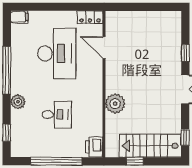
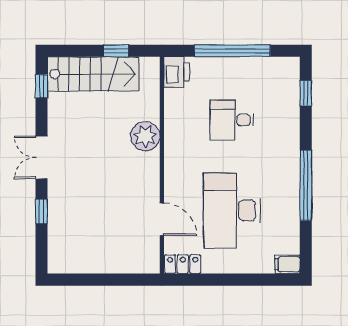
plant: (18, 102) -> (289, 139), removed

